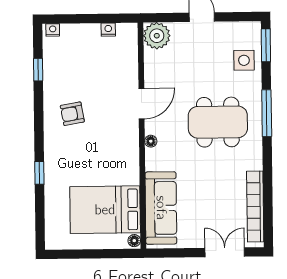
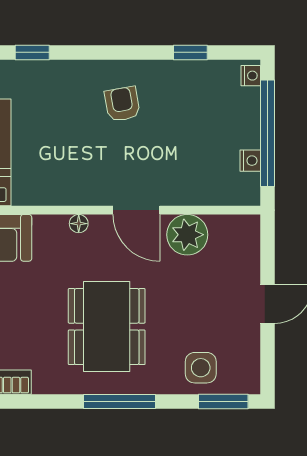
window: (90, 19) -> (268, 133), added
plant: (157, 36) -> (187, 235), moved

